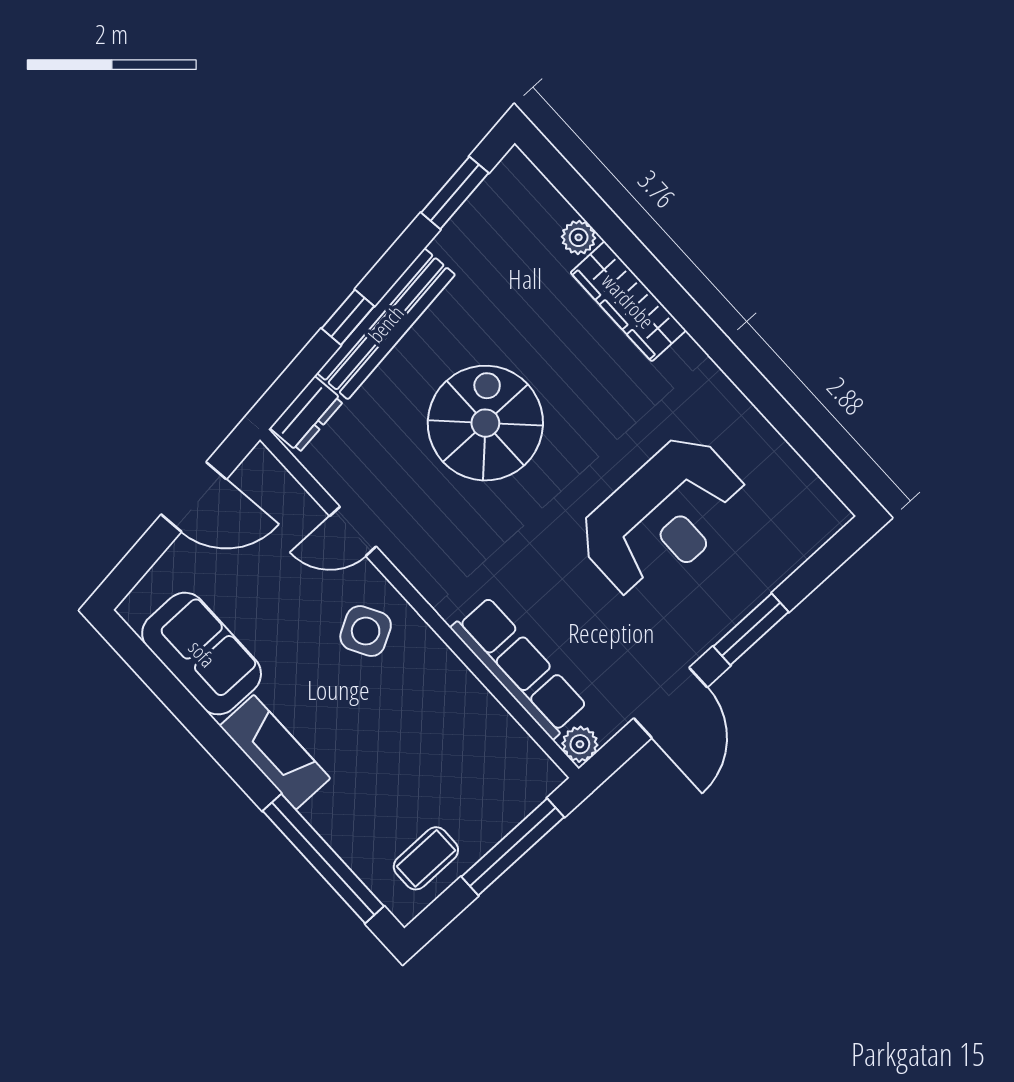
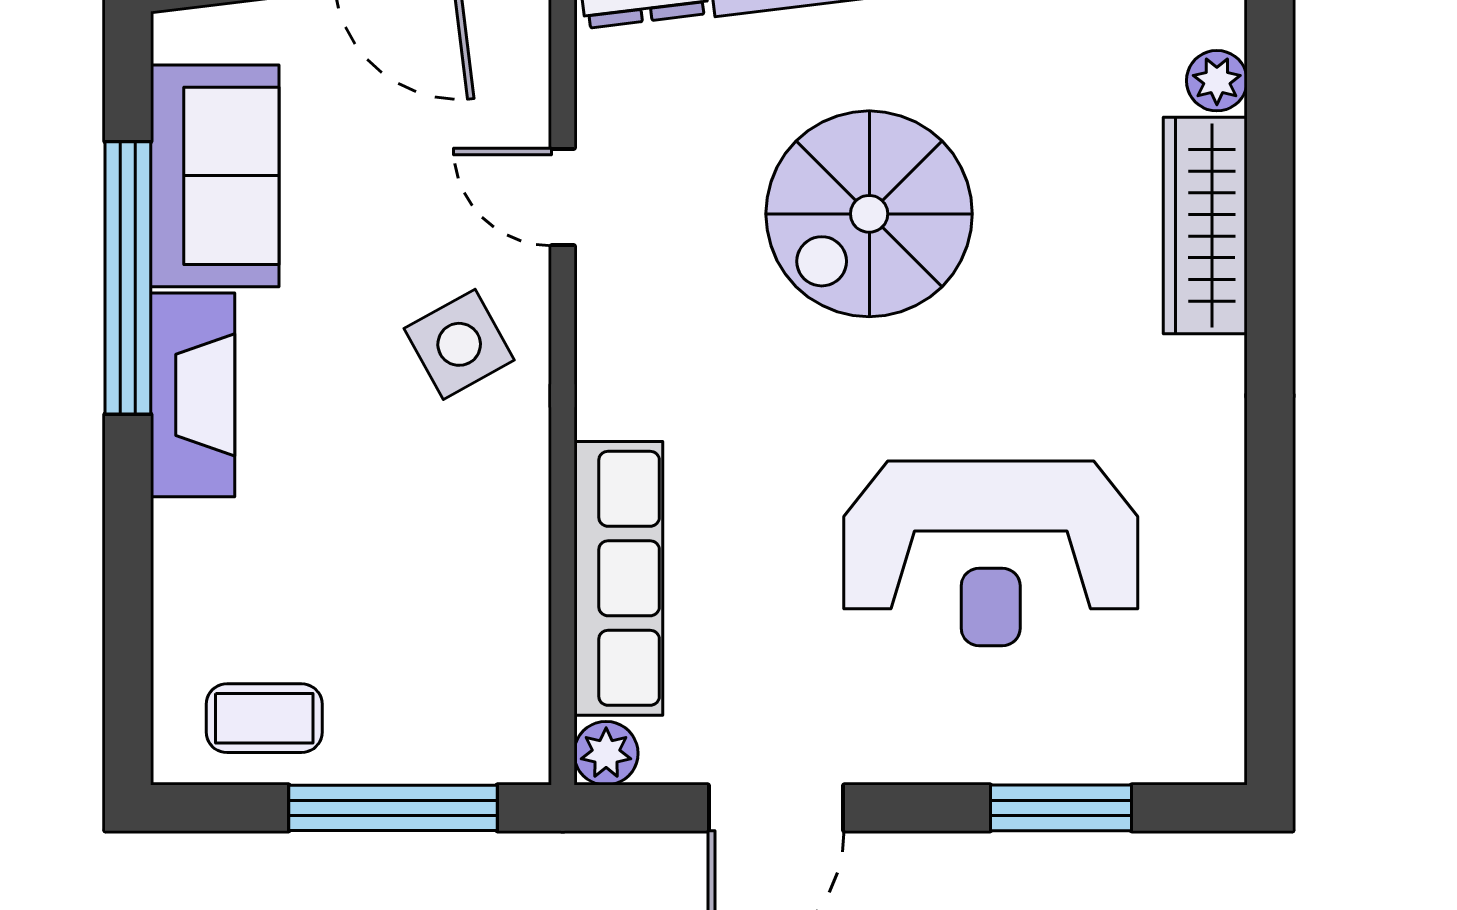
spiral stairs: (485, 423) -> (869, 214), turned 180
window: (751, 629) -> (1061, 808), moved
window: (323, 859) -> (128, 278), moved

